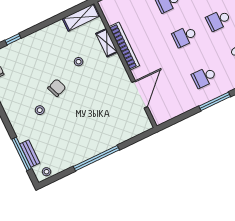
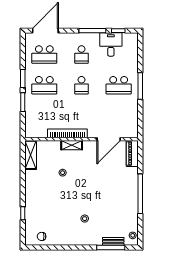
shelving: (107, 43) -> (72, 145), moved
school desk: (204, 77) -> (119, 85), width x1.85
chair: (57, 88) -> (74, 198), removed
door: (140, 95) -> (109, 139), swing flipped
piano: (136, 128) -> (132, 153), added

